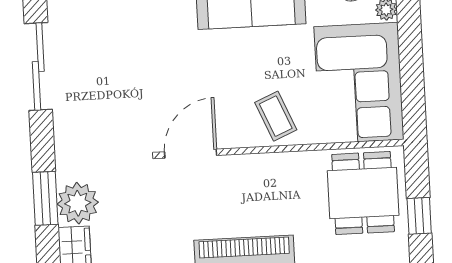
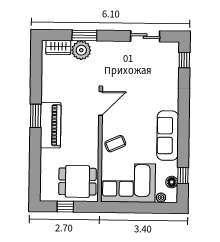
sliding door: (38, 66) -> (145, 36), width x0.73
door: (191, 154) -> (101, 103), hinge flipped

